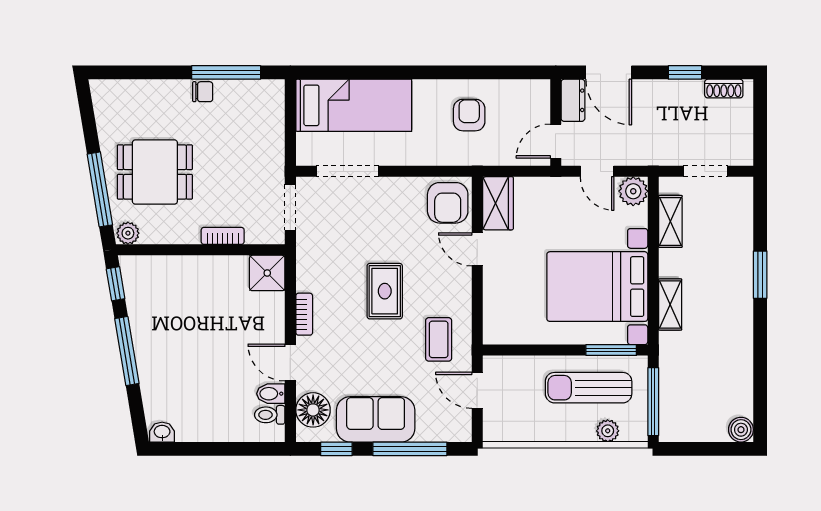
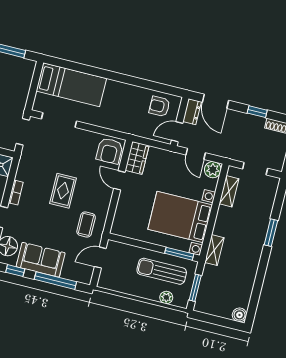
armchair: (469, 115) -> (159, 106), moved, turned -90
shelving: (670, 304) -> (214, 250), moved
door: (477, 390) -> (100, 258), hinge flipped
window: (653, 402) -> (195, 288), width x0.69

